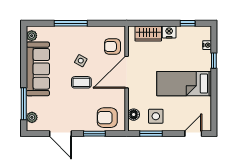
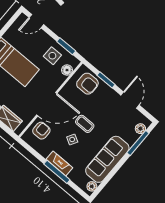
fireplace: (74, 32) -> (59, 164), added
armchair: (112, 46) -> (41, 131), turned -90

